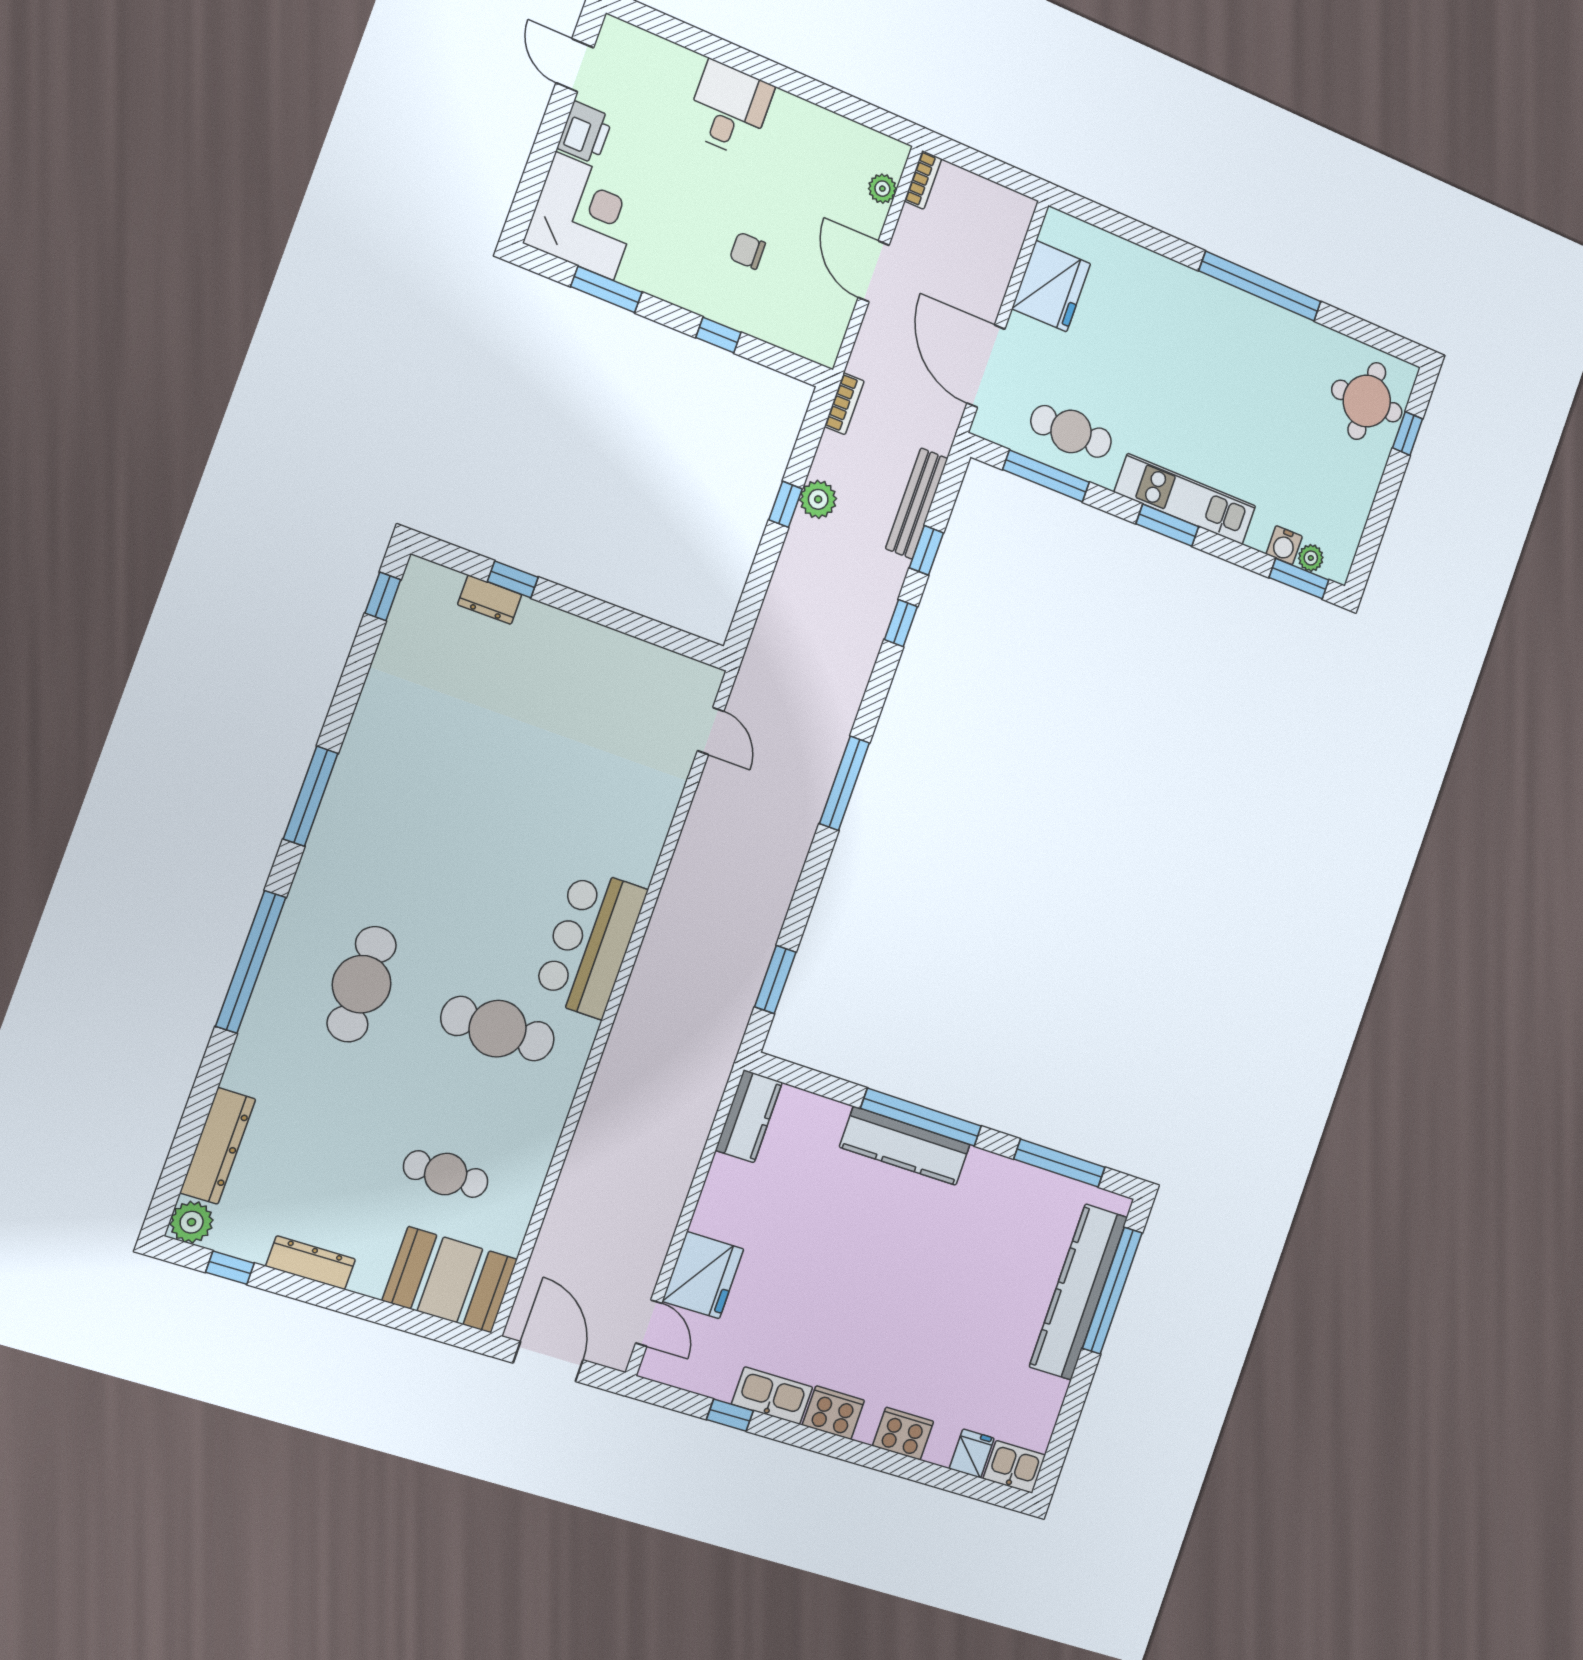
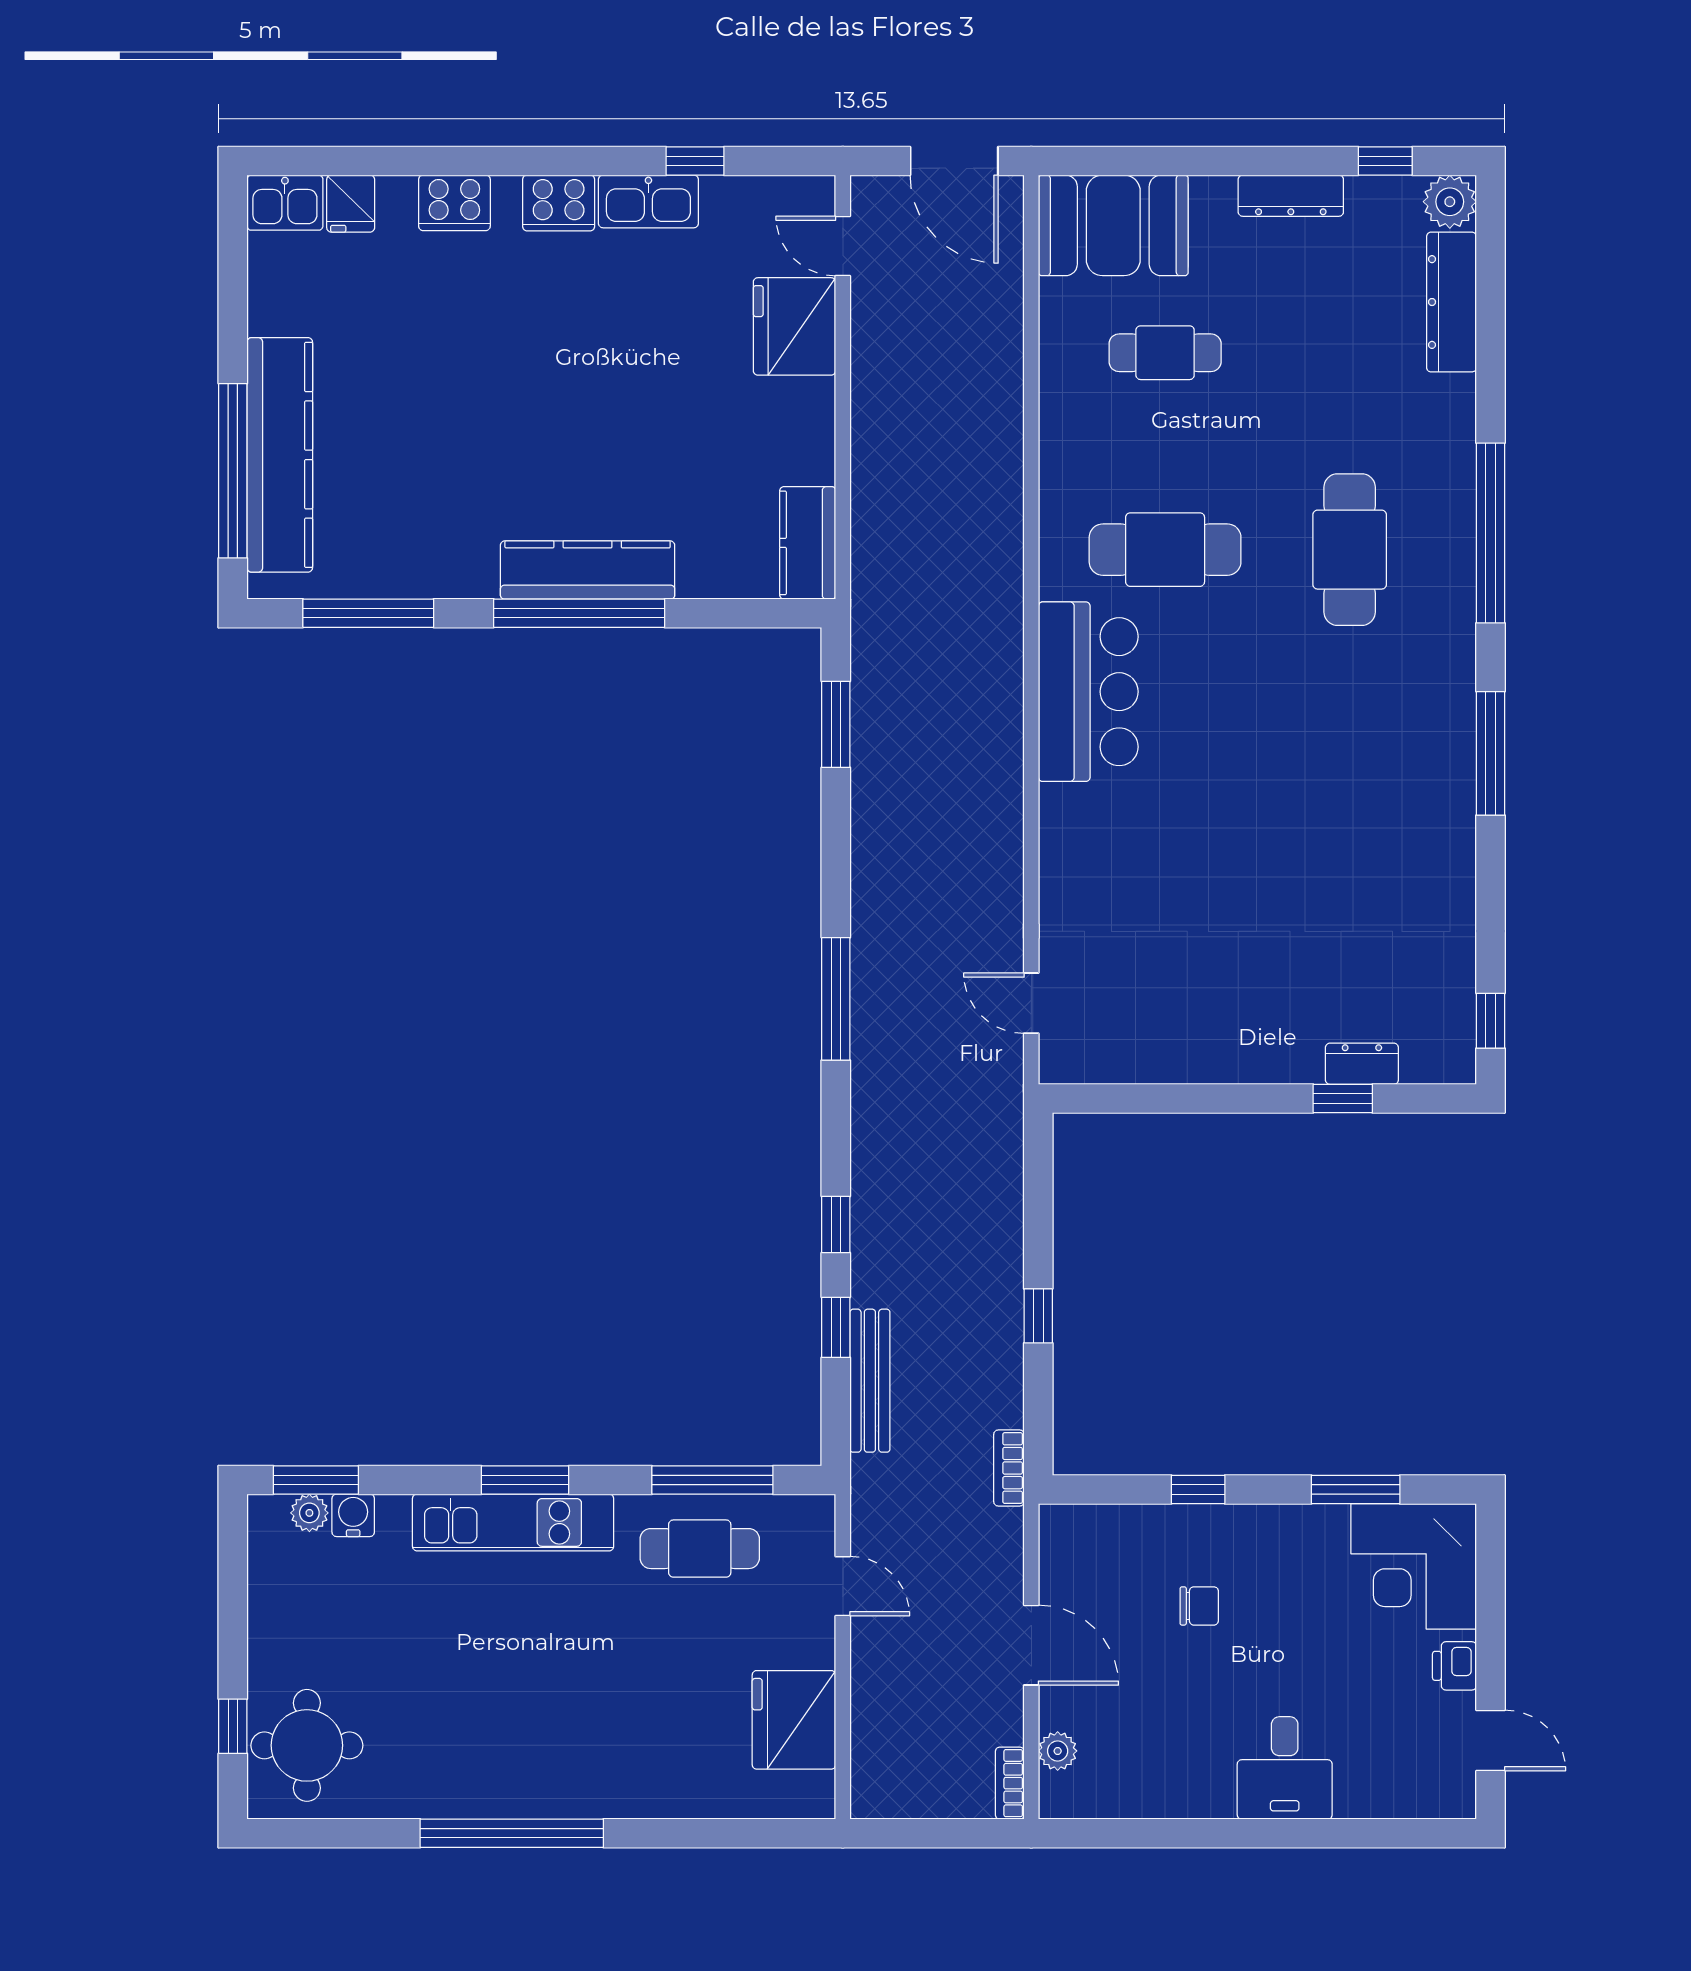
printer: (585, 133) -> (1454, 1666), width x0.73, depth x0.81
door: (986, 366) -> (843, 1586), width x0.53
plant: (818, 499) -> (999, 1338), removed

